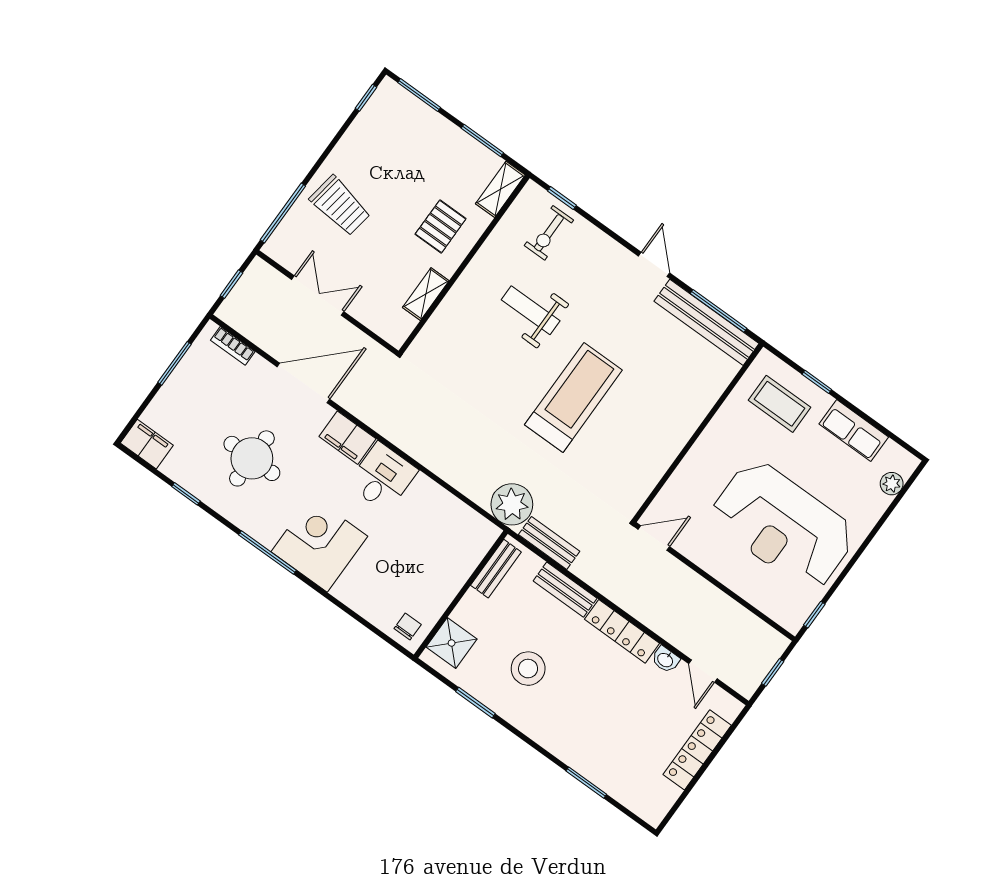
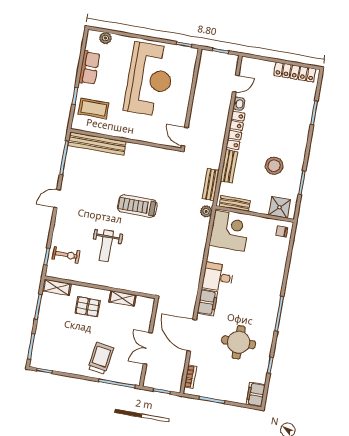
bench: (706, 322) -> (97, 144), moved, turned 90
treadmill: (573, 397) -> (137, 206), width x0.73, depth x0.73
coffee table: (780, 404) -> (94, 108), turned 90
plant: (512, 504) -> (206, 211), width x0.53, depth x0.53
corner desk: (319, 544) -> (230, 231), moved, turned 180
locker: (697, 750) -> (295, 72), moved

